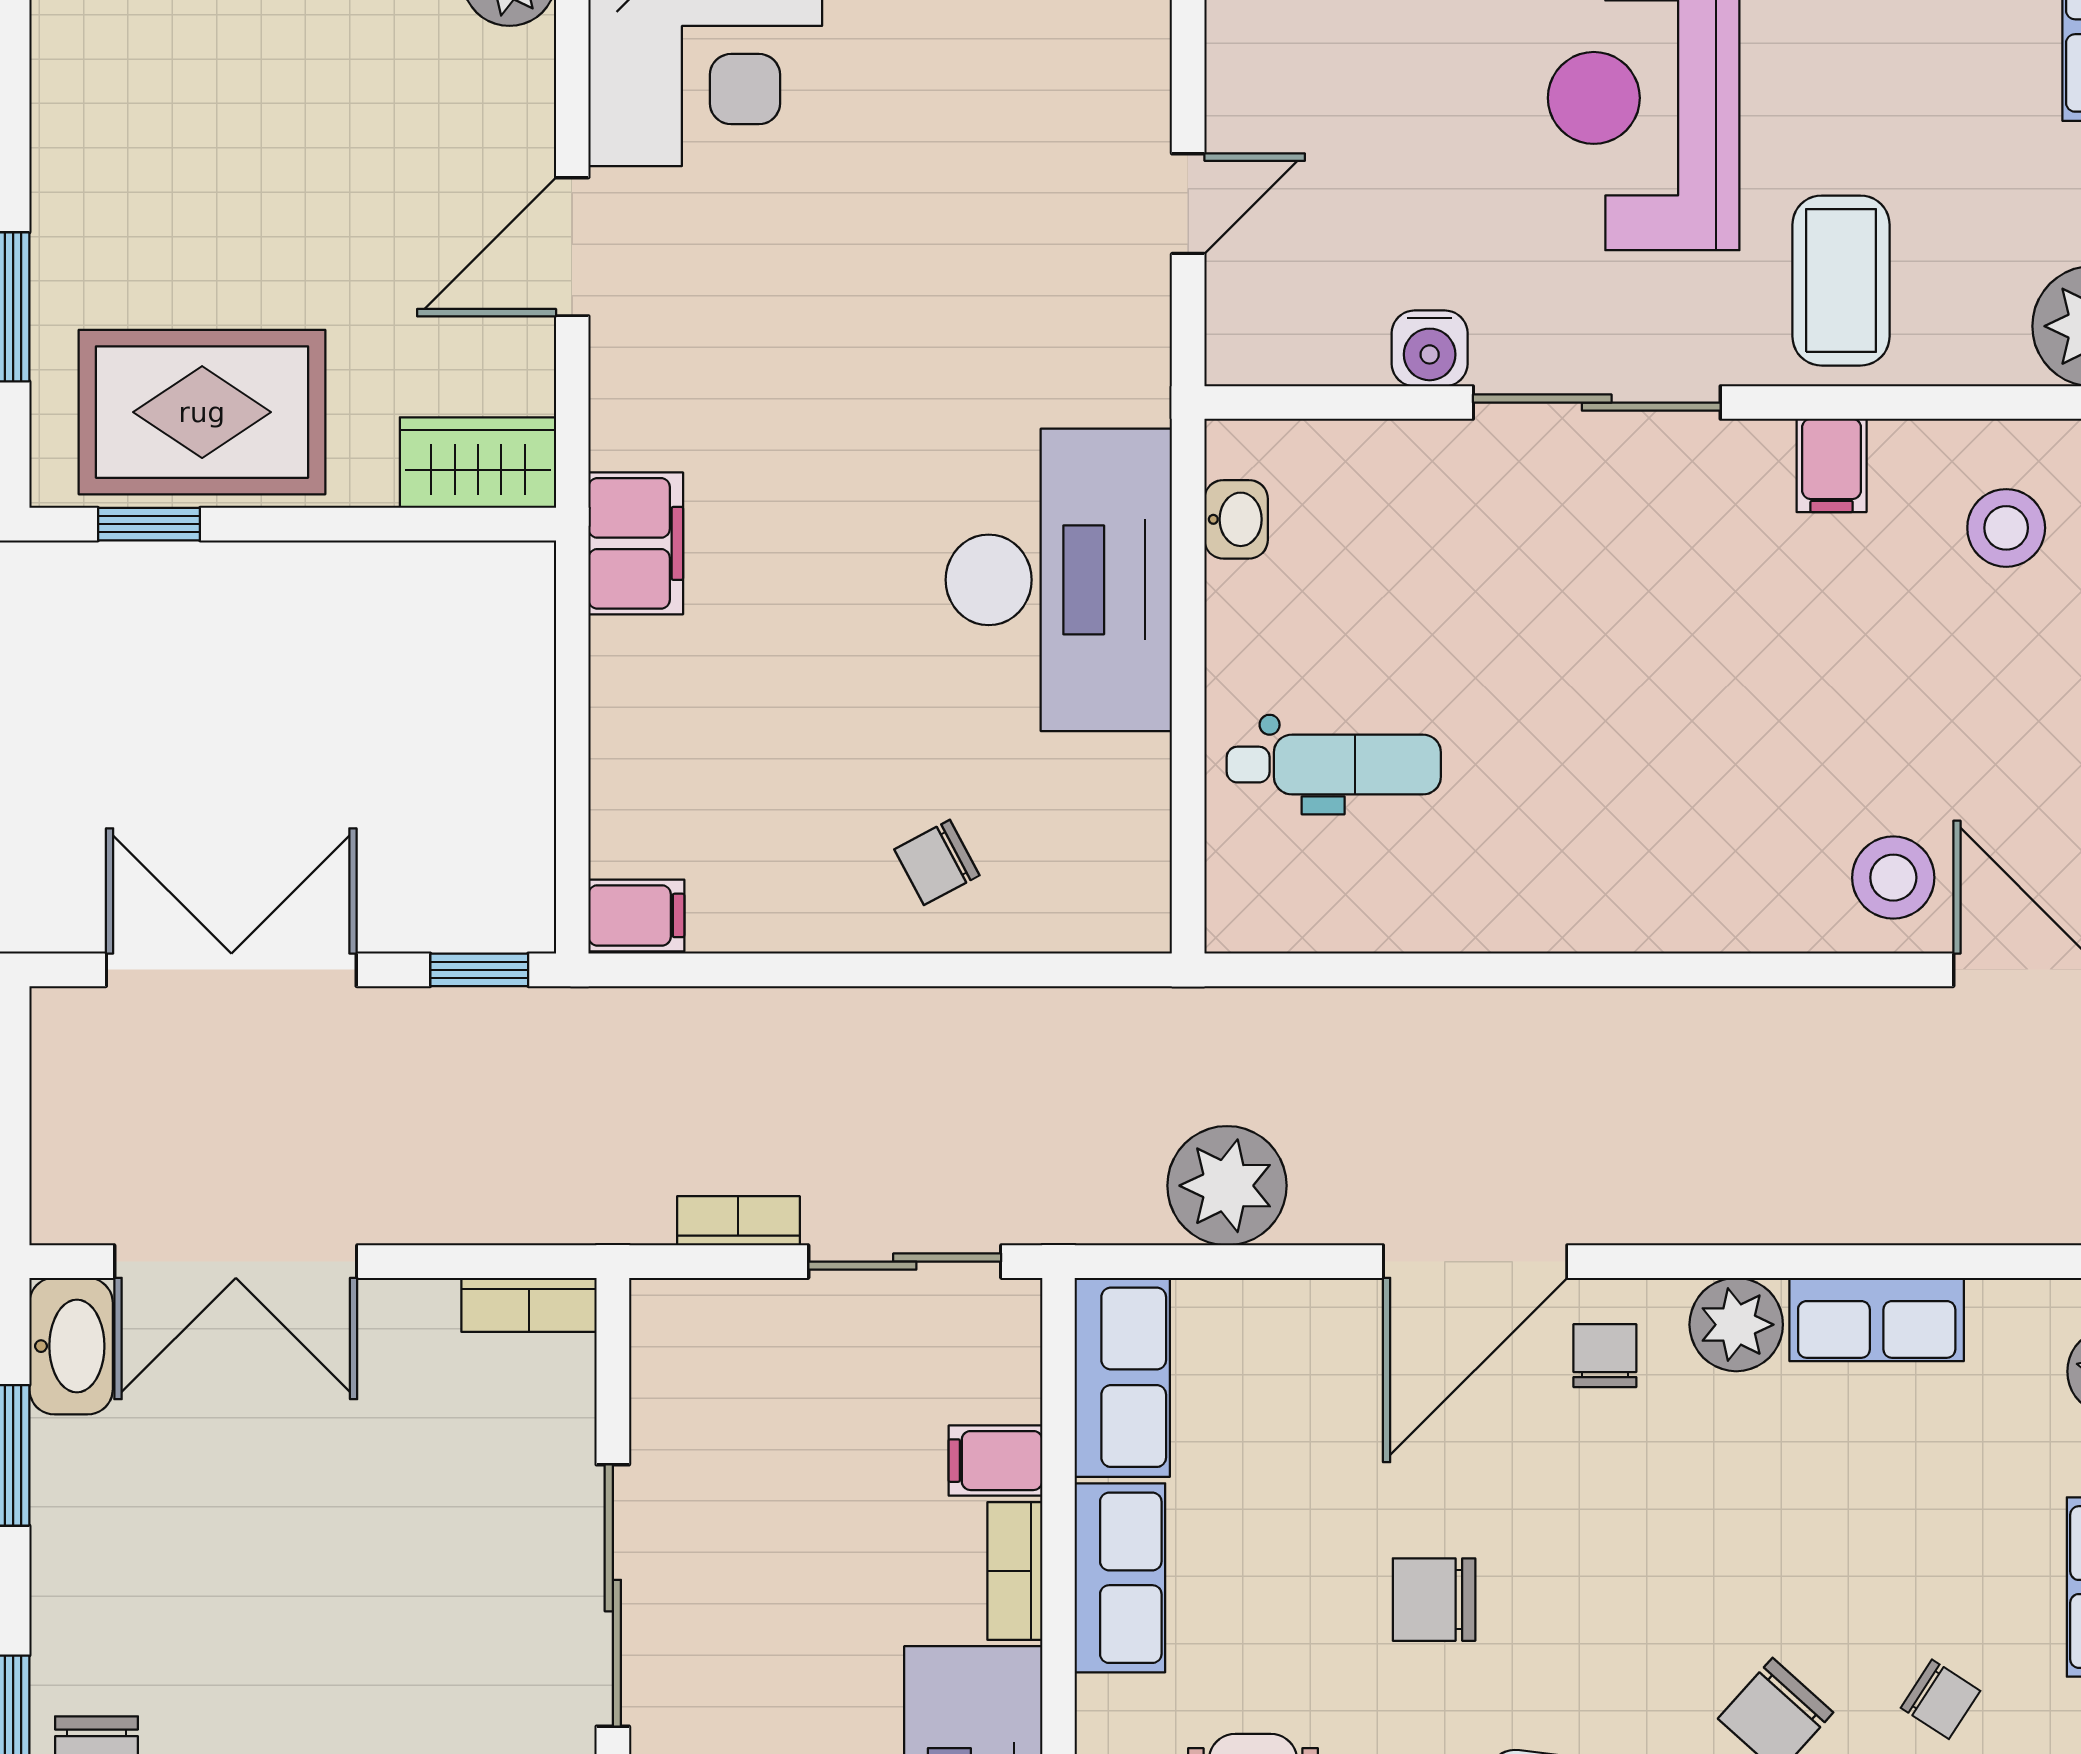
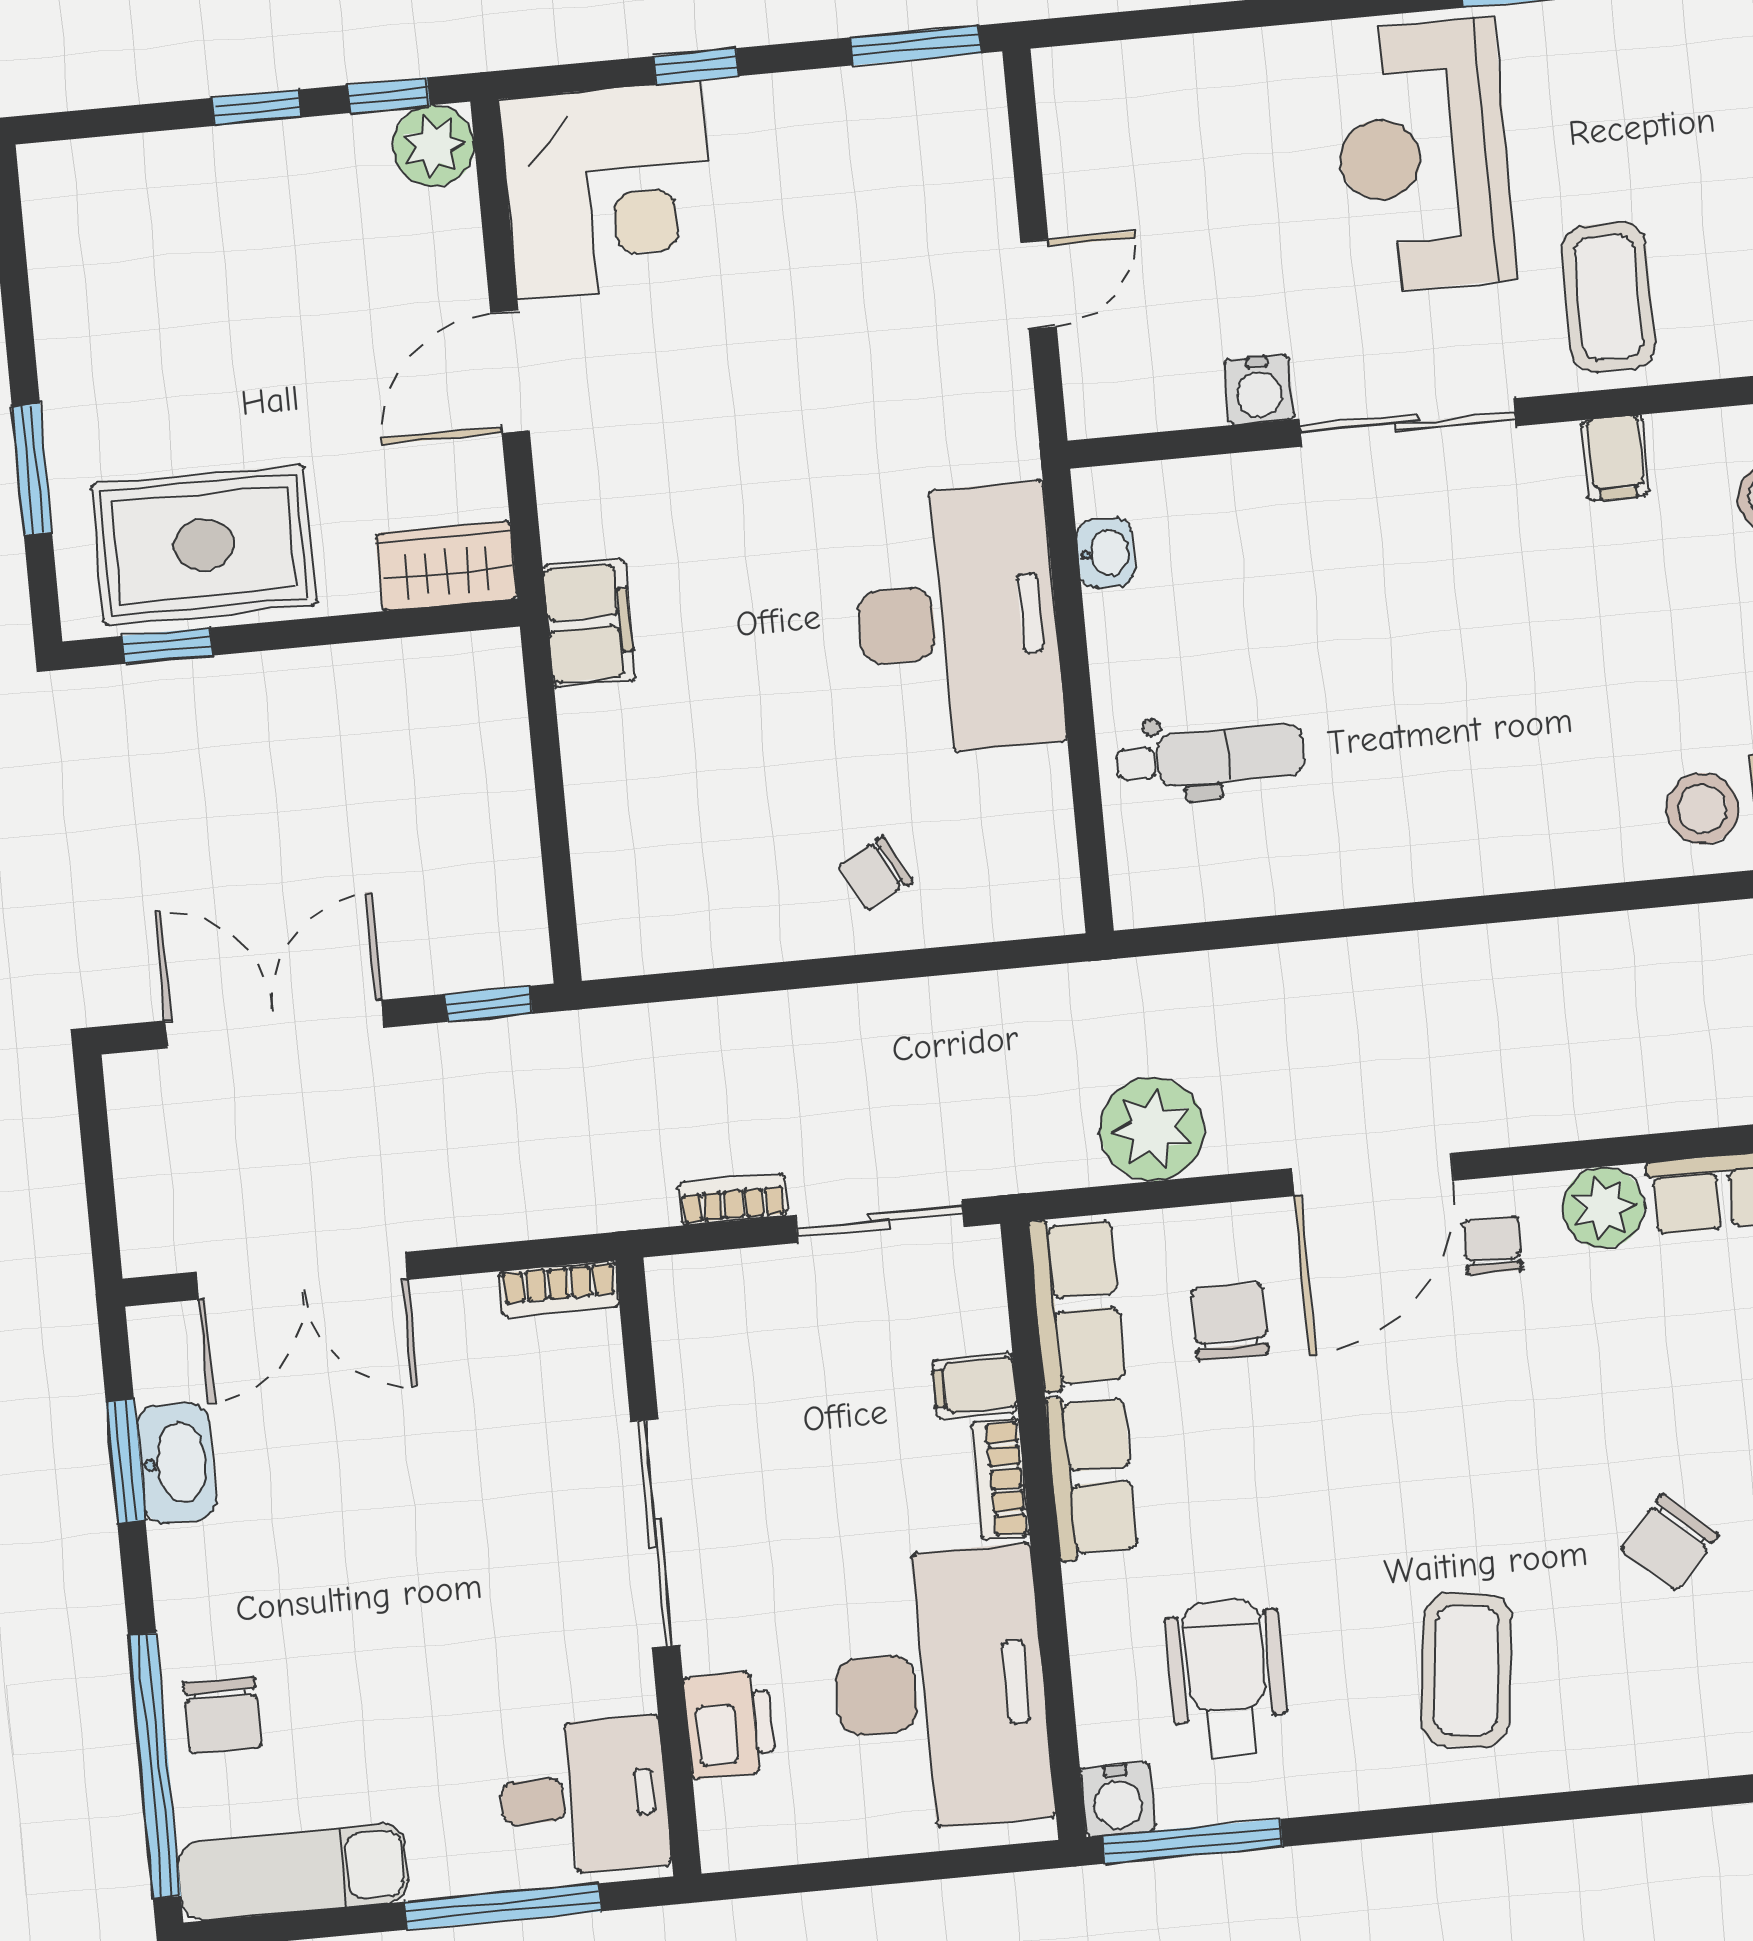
filing cabinet: (636, 915) -> (620, 944), removed
washbasin: (71, 1346) -> (176, 1463), moved
chair: (1434, 1600) -> (1230, 1322), moved, turned 90

